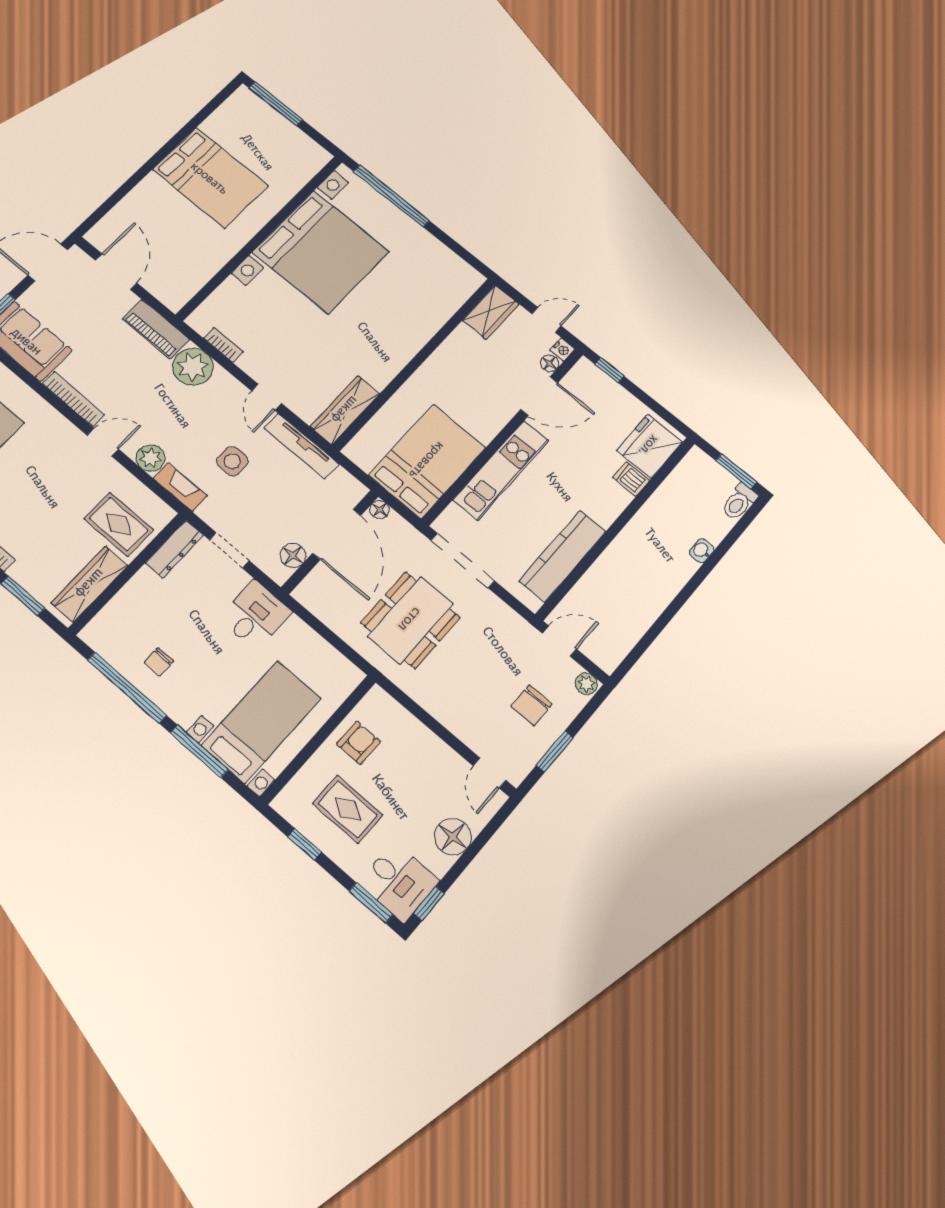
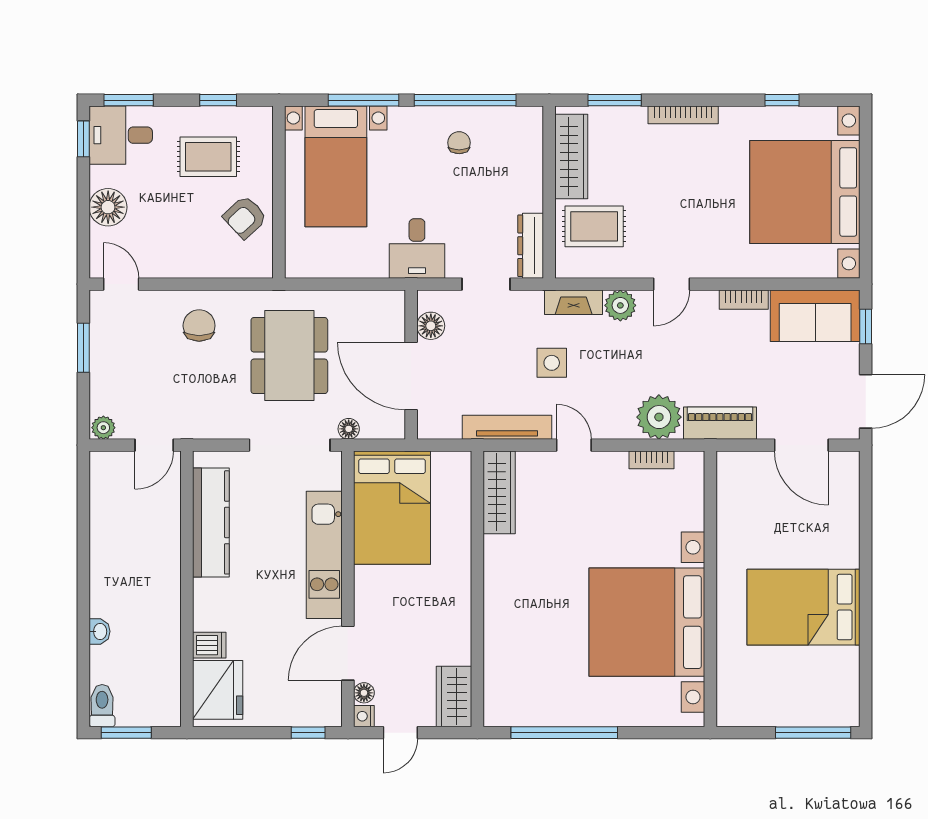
window: (391, 196) -> (564, 733), moved
bookcase: (73, 399) -> (744, 300), width x0.64
floor lamp: (379, 510) -> (349, 429), moved
chair: (532, 705) -> (199, 326), moved
armchair: (358, 743) -> (245, 217), turned 47

